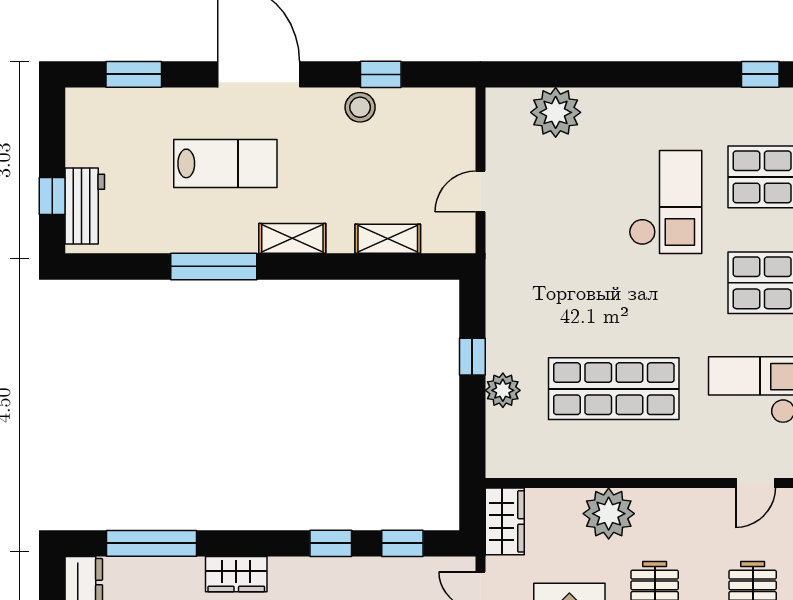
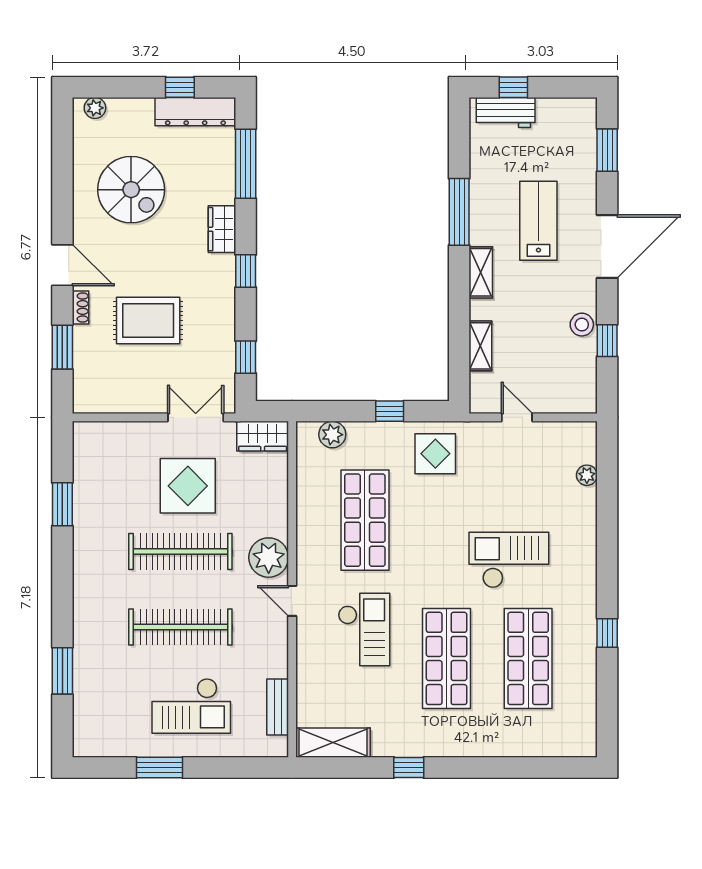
plant: (556, 112) -> (587, 475), width x0.53, depth x0.53
lab bench: (225, 163) -> (538, 221), turned 180
checkout: (665, 202) -> (509, 560), turned 180
display table: (528, 297) -> (435, 454), added
plant: (503, 390) -> (332, 435), moved
door: (756, 483) -> (292, 601), moved
plant: (609, 514) -> (269, 558), moved
window: (331, 543) -> (246, 271), moved

